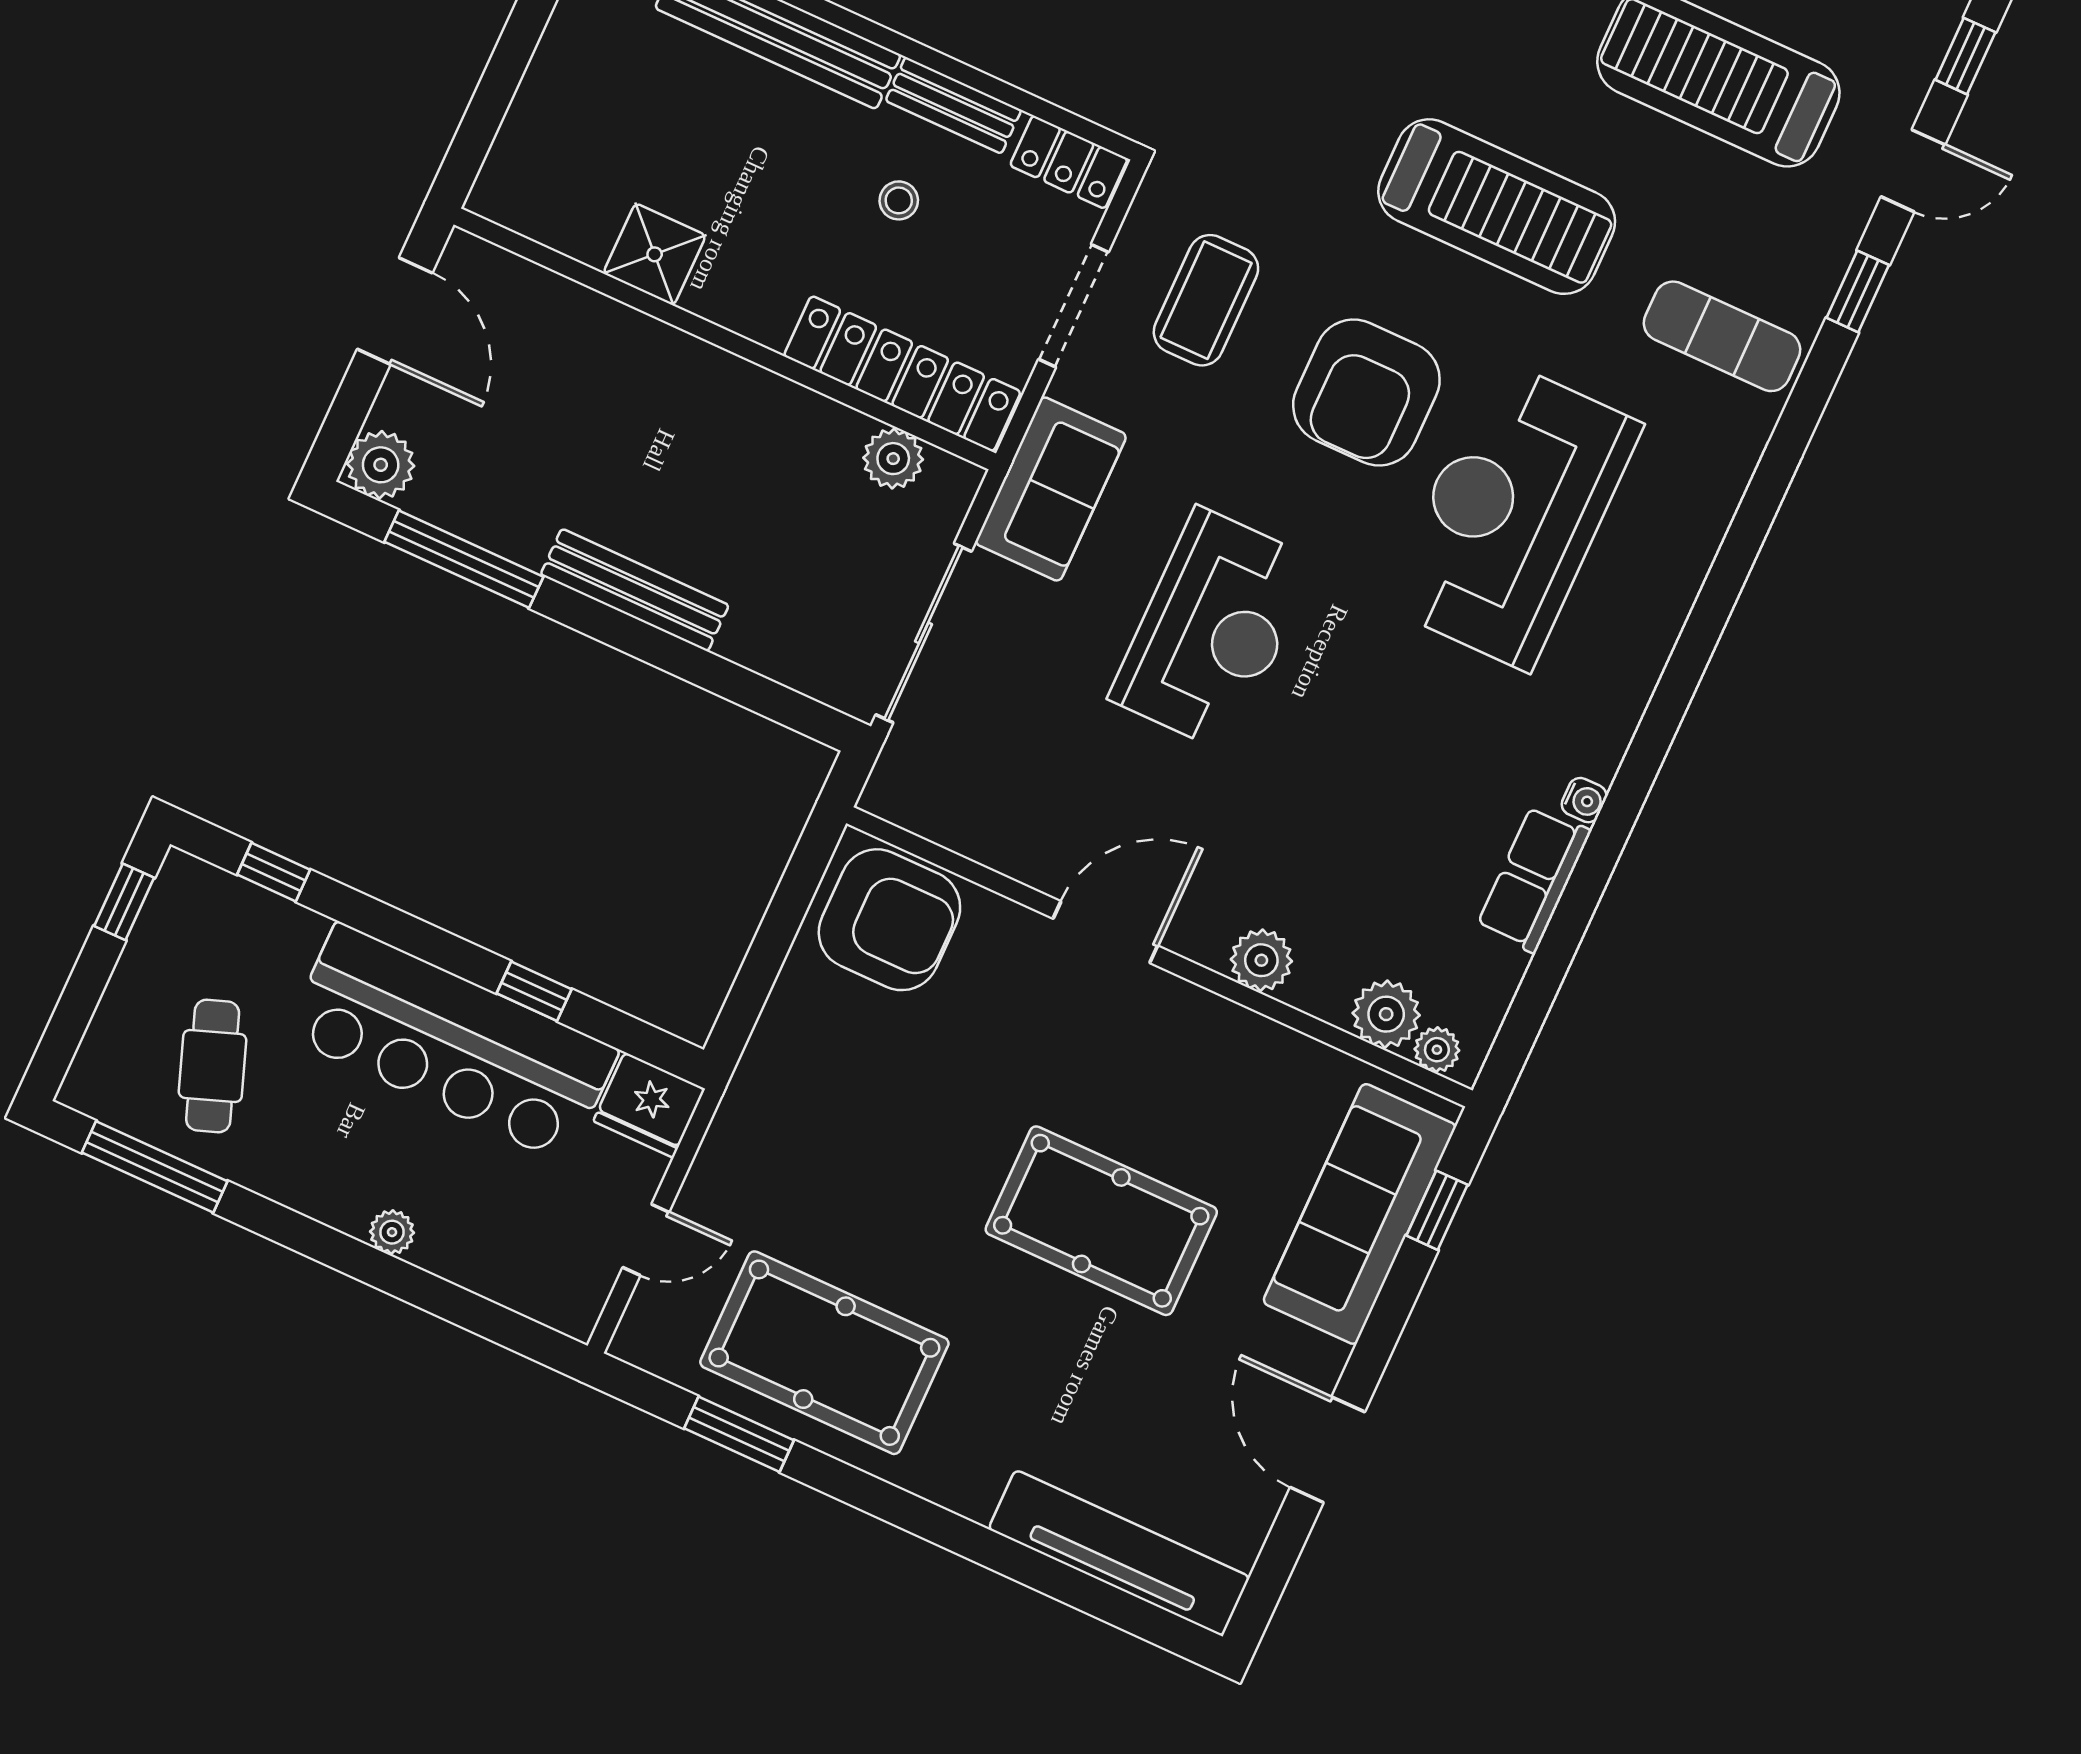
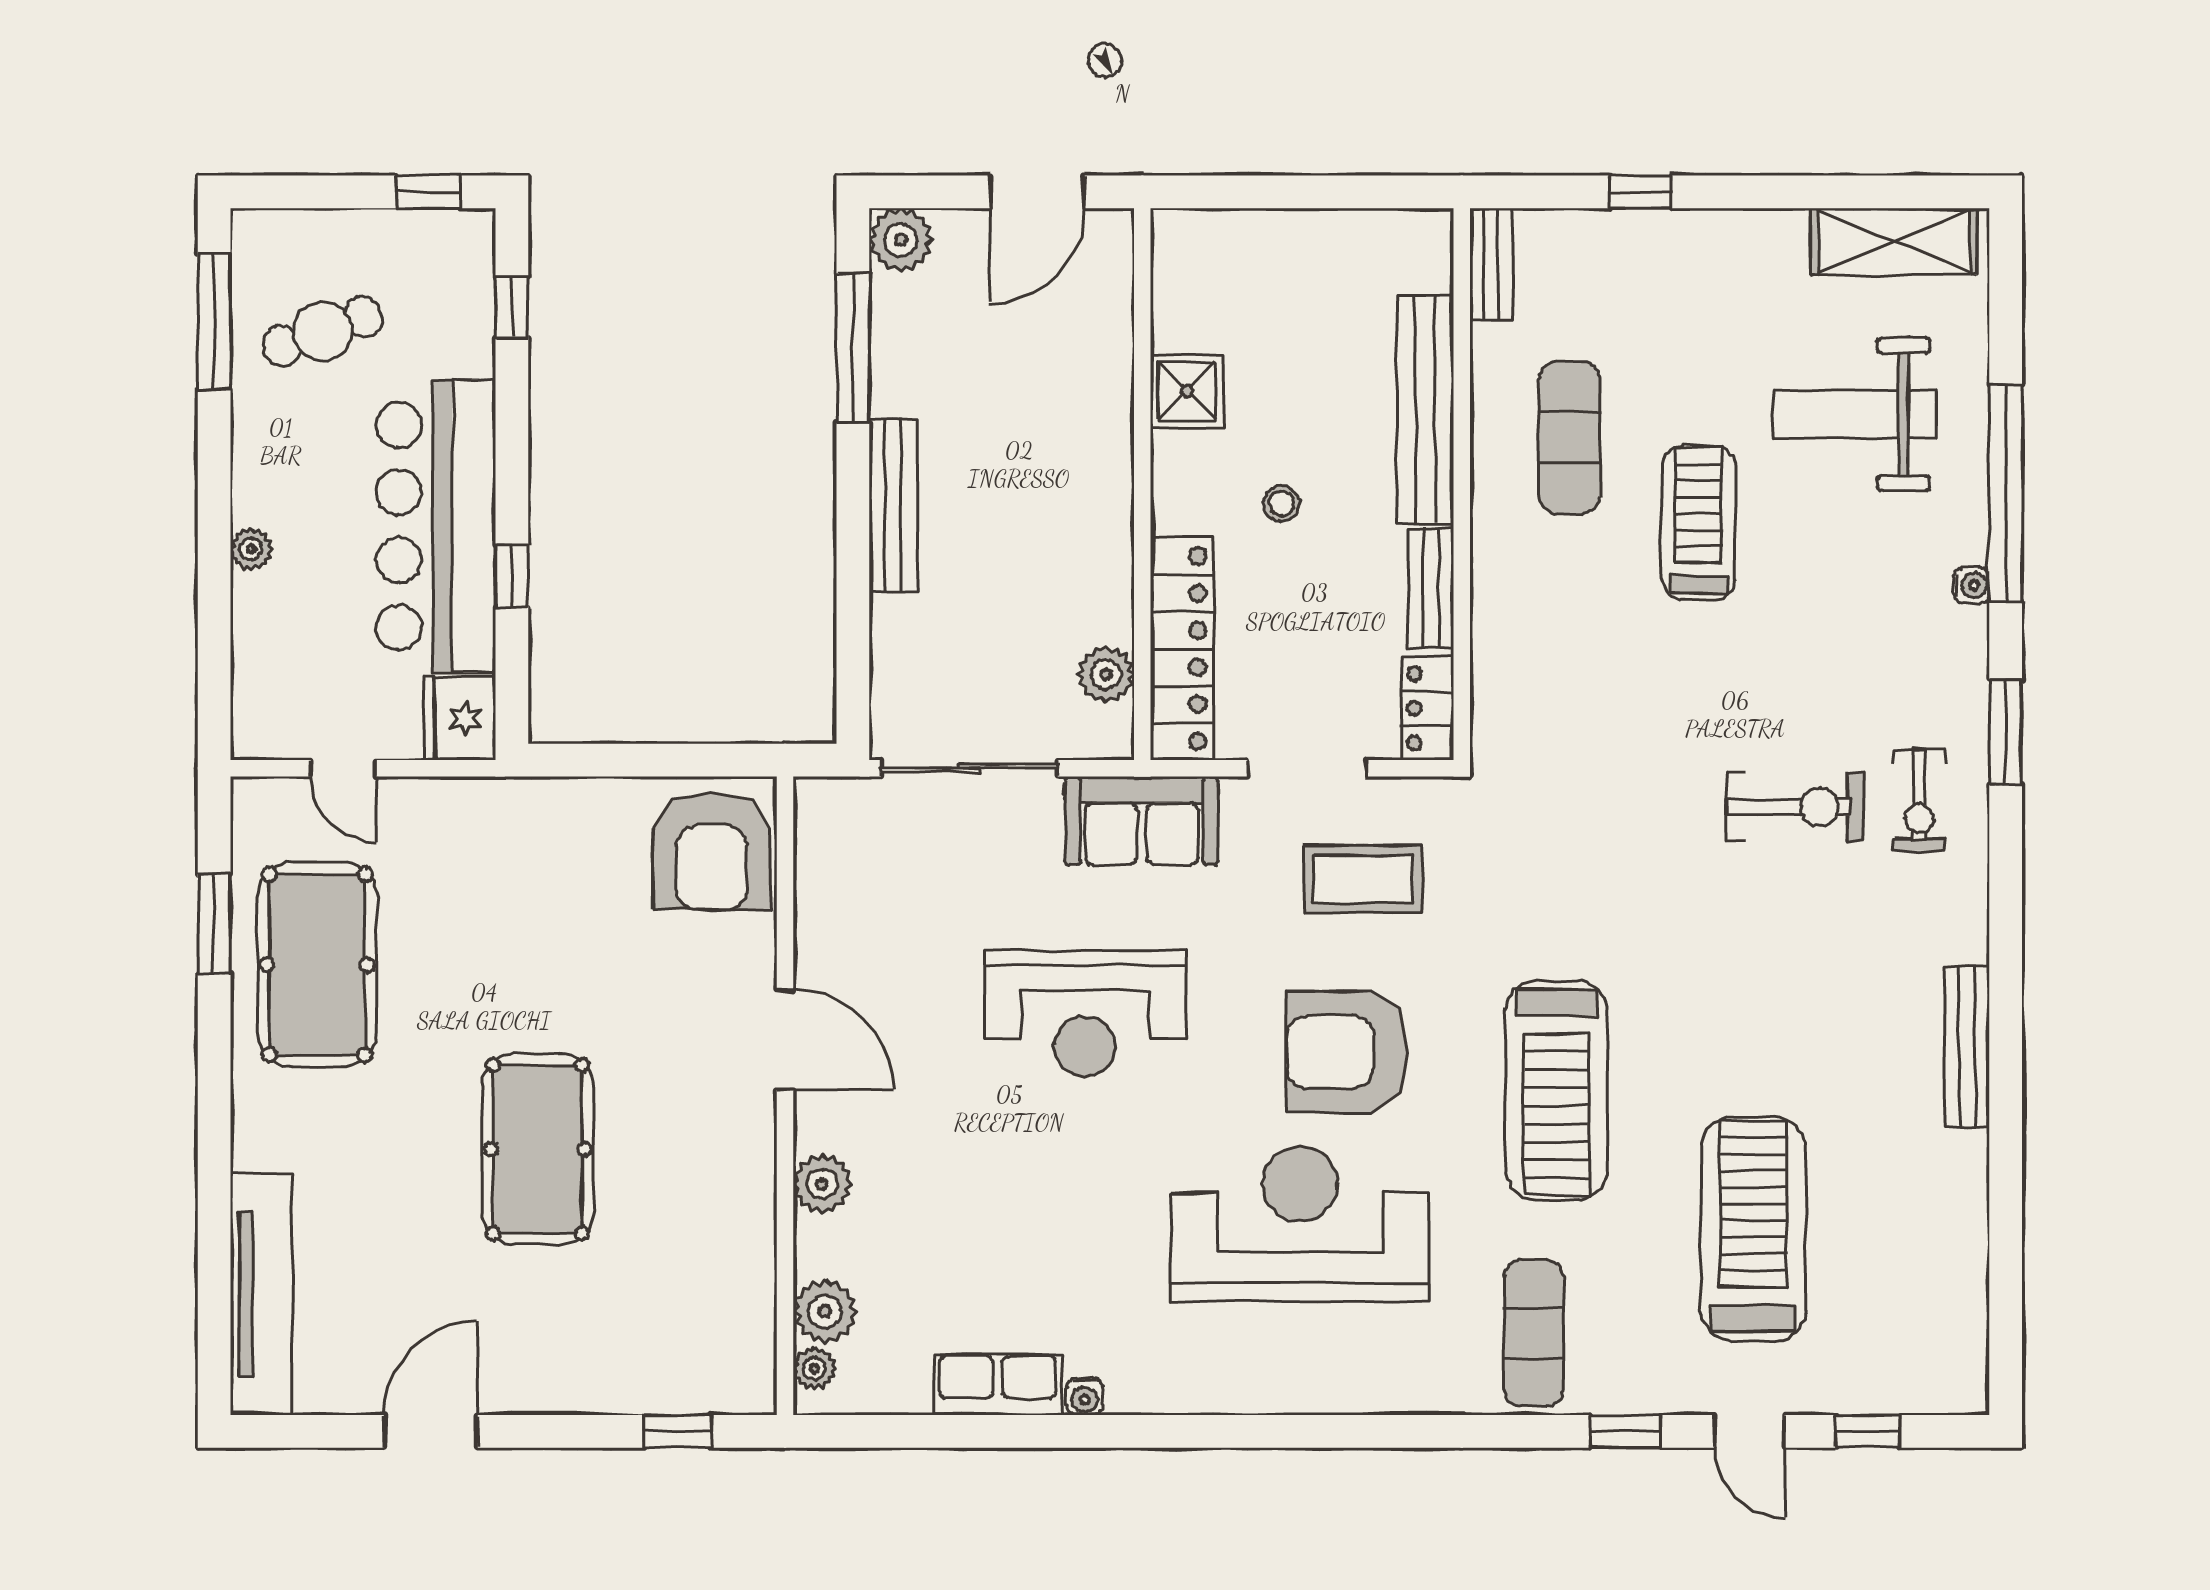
stool: (899, 200) -> (1281, 504), moved
sofa: (1360, 1214) -> (644, 1367), removed

